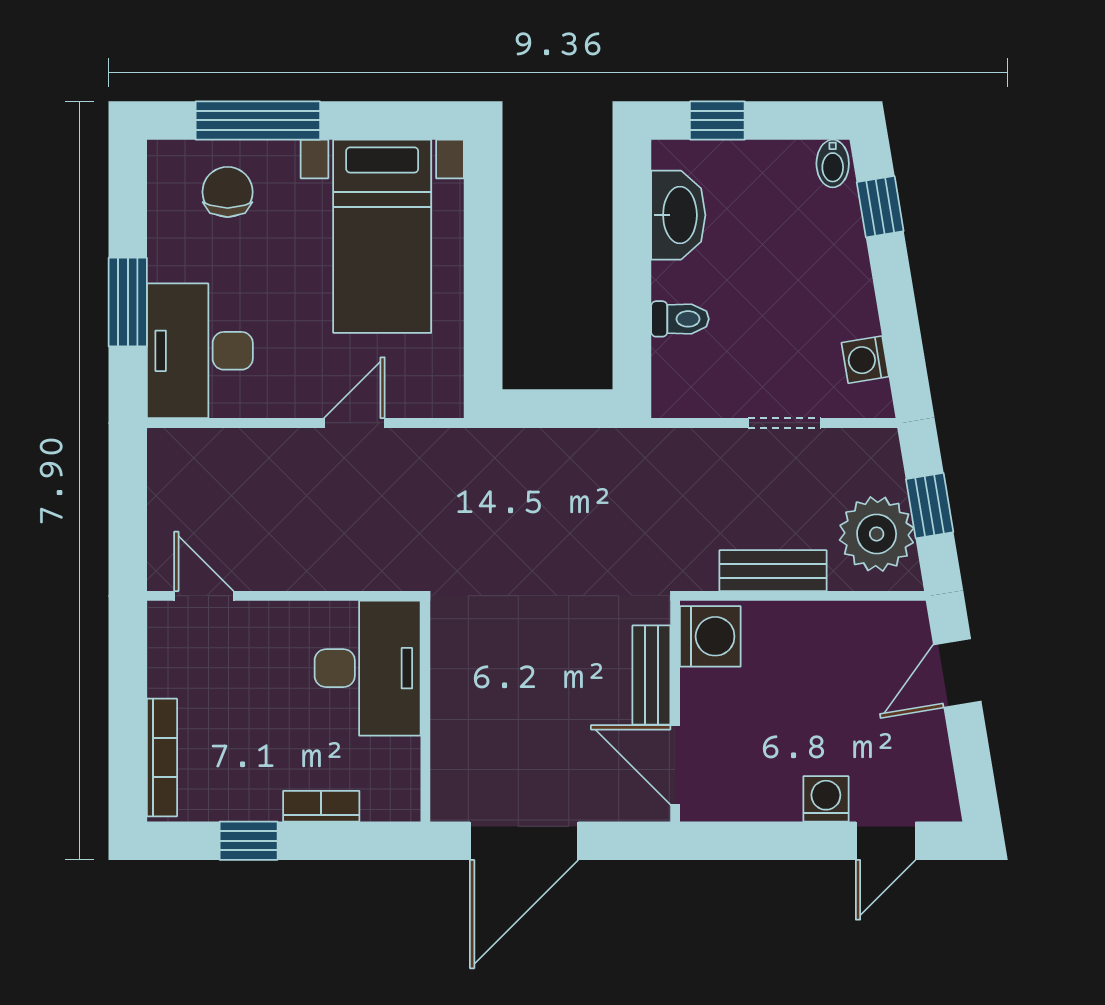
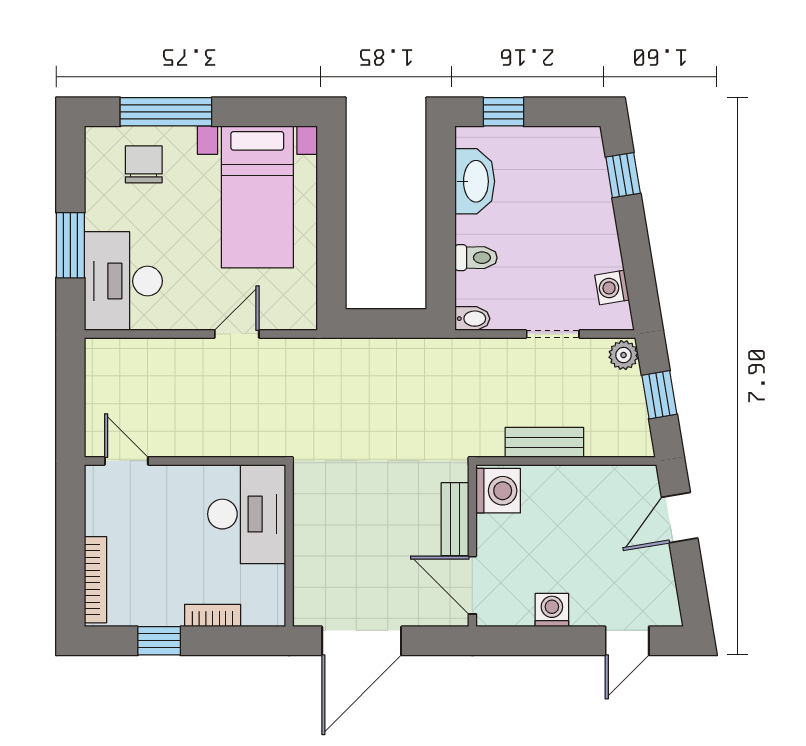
bidet: (833, 164) -> (472, 319), moved, turned -90
plant: (877, 534) -> (624, 355), moved, width x0.53, depth x0.53
washing machine: (826, 799) -> (552, 610), moved

